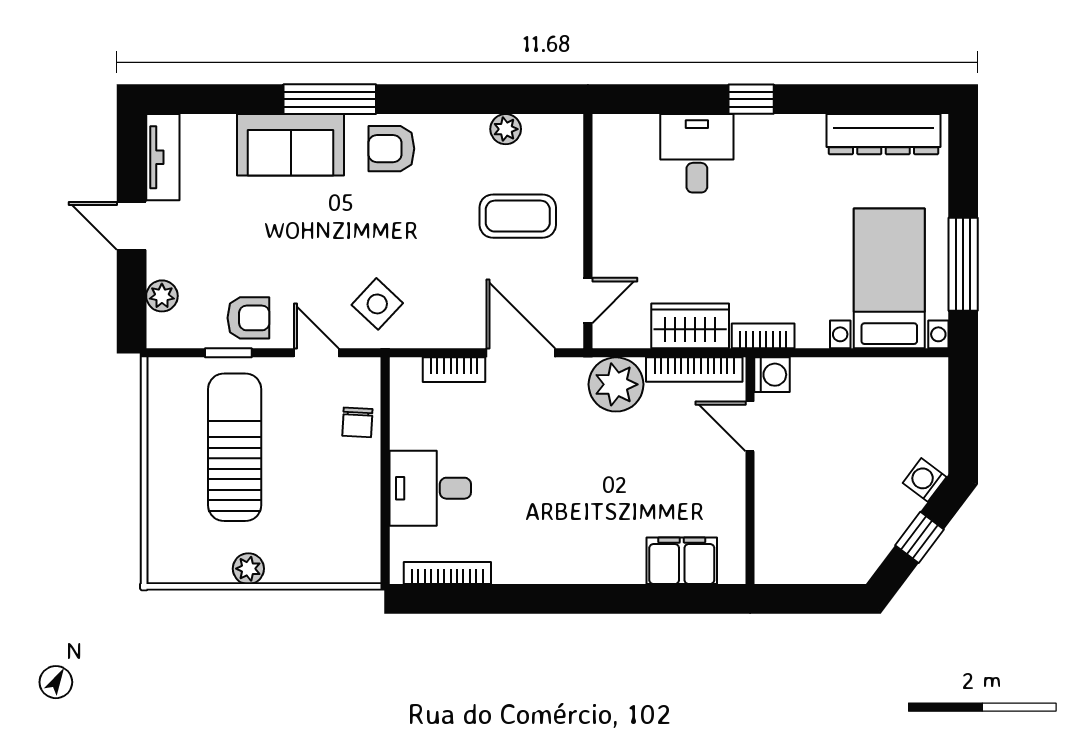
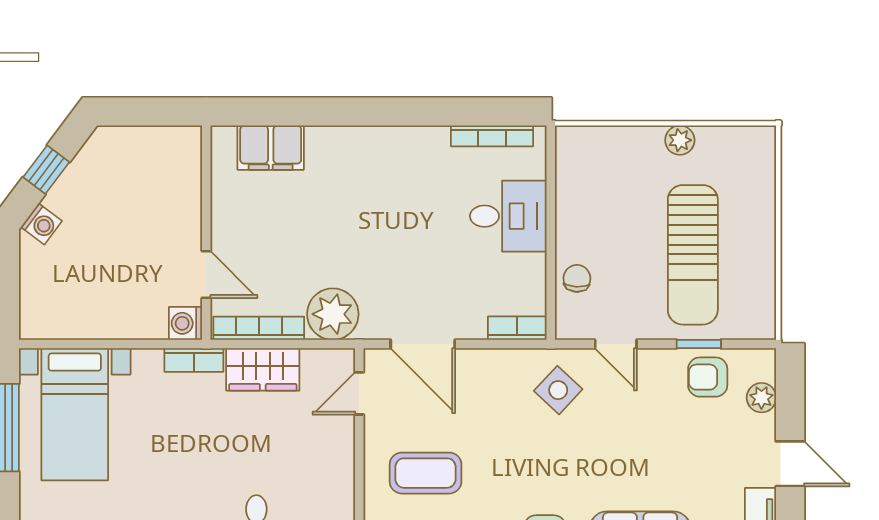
armchair: (248, 318) -> (708, 377), moved
bookcase: (454, 370) -> (517, 328), moved

